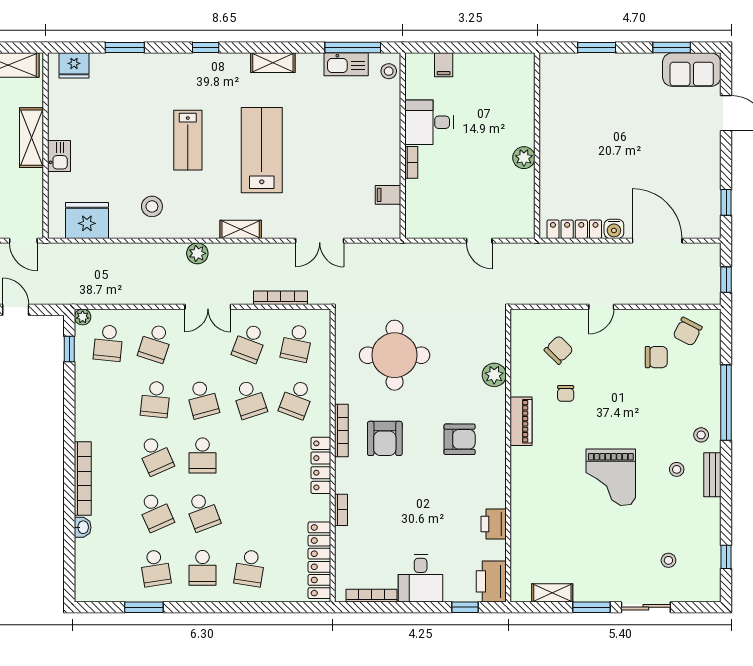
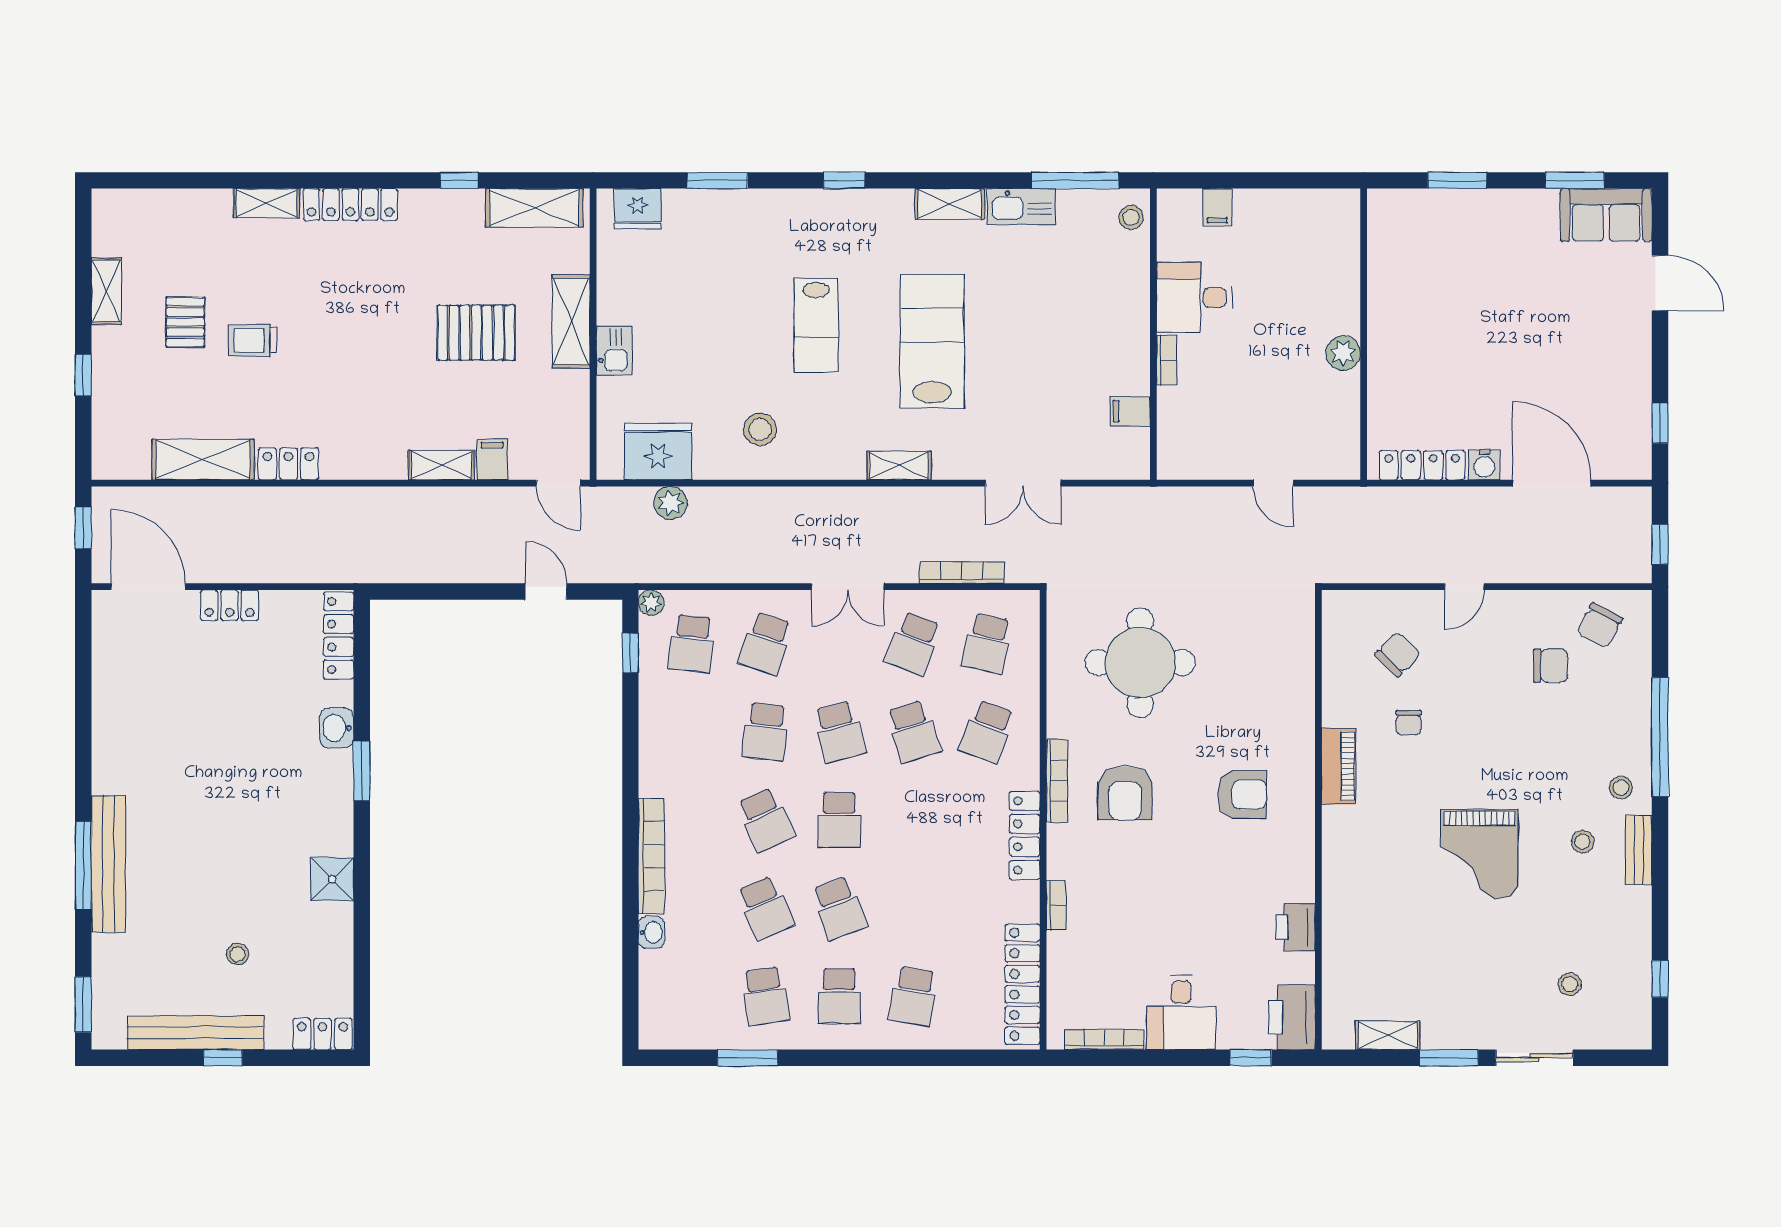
kitchen sink: (346, 64) -> (1021, 207), moved
plant: (197, 253) -> (671, 503), moved
plant: (494, 375) -> (1297, 694), removed

